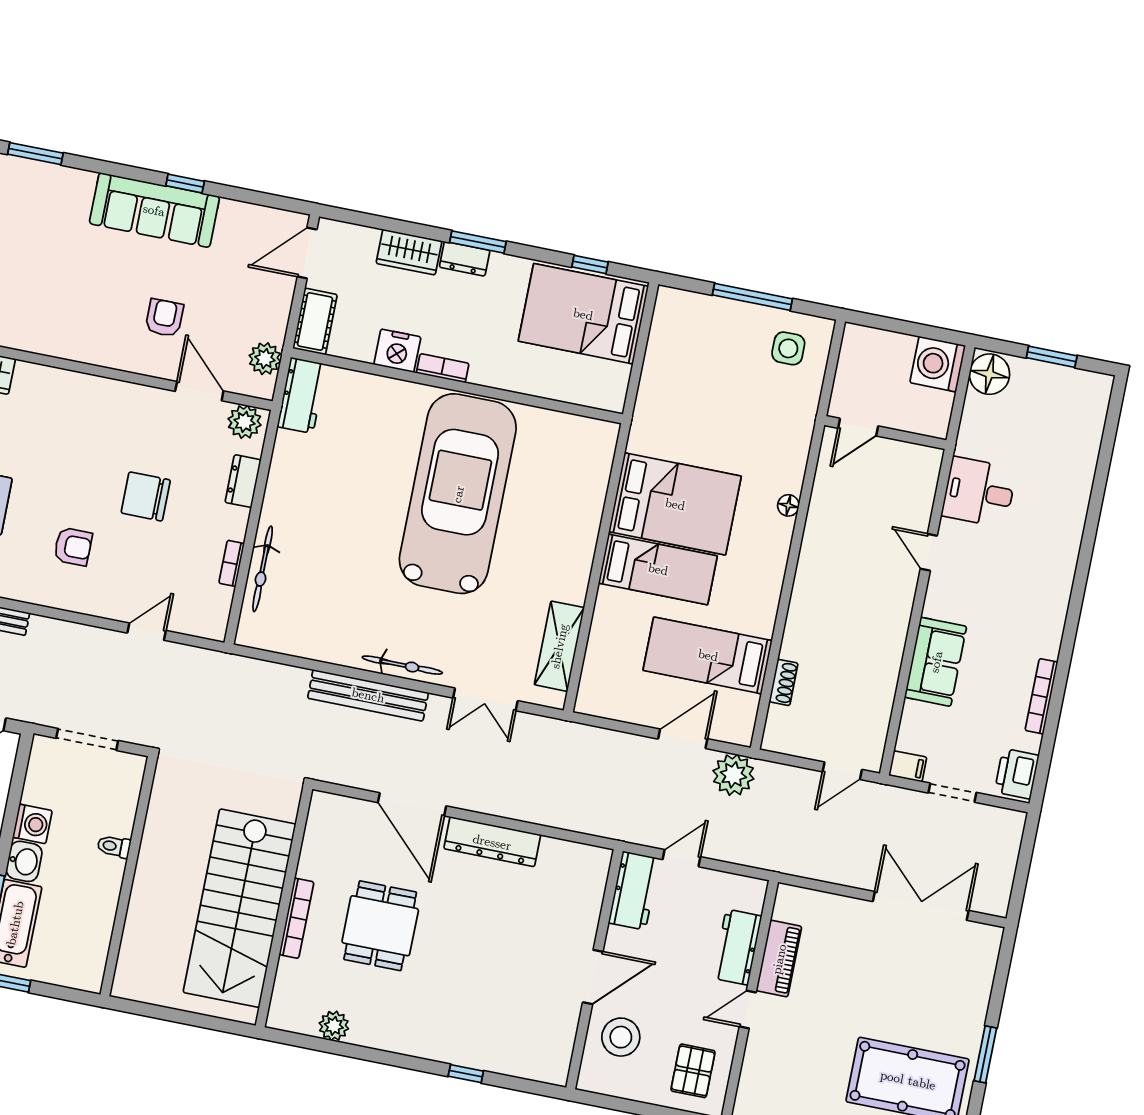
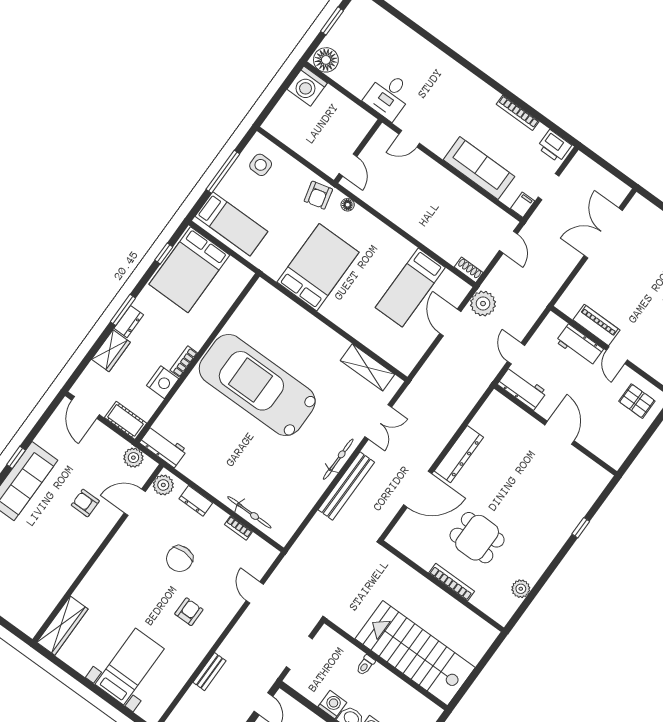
door: (858, 427) -> (348, 165), moved
wall: (885, 433) -> (358, 151), moved
armchair: (783, 455) -> (318, 195), added
bed: (658, 569) -> (231, 224), moved, turned 90
sofa: (936, 662) -> (479, 168), width x1.36
shoe rack: (784, 682) -> (469, 270), moved
stairs: (240, 908) -> (415, 653), moved, turned 180
stool: (621, 1037) -> (600, 433), removed

